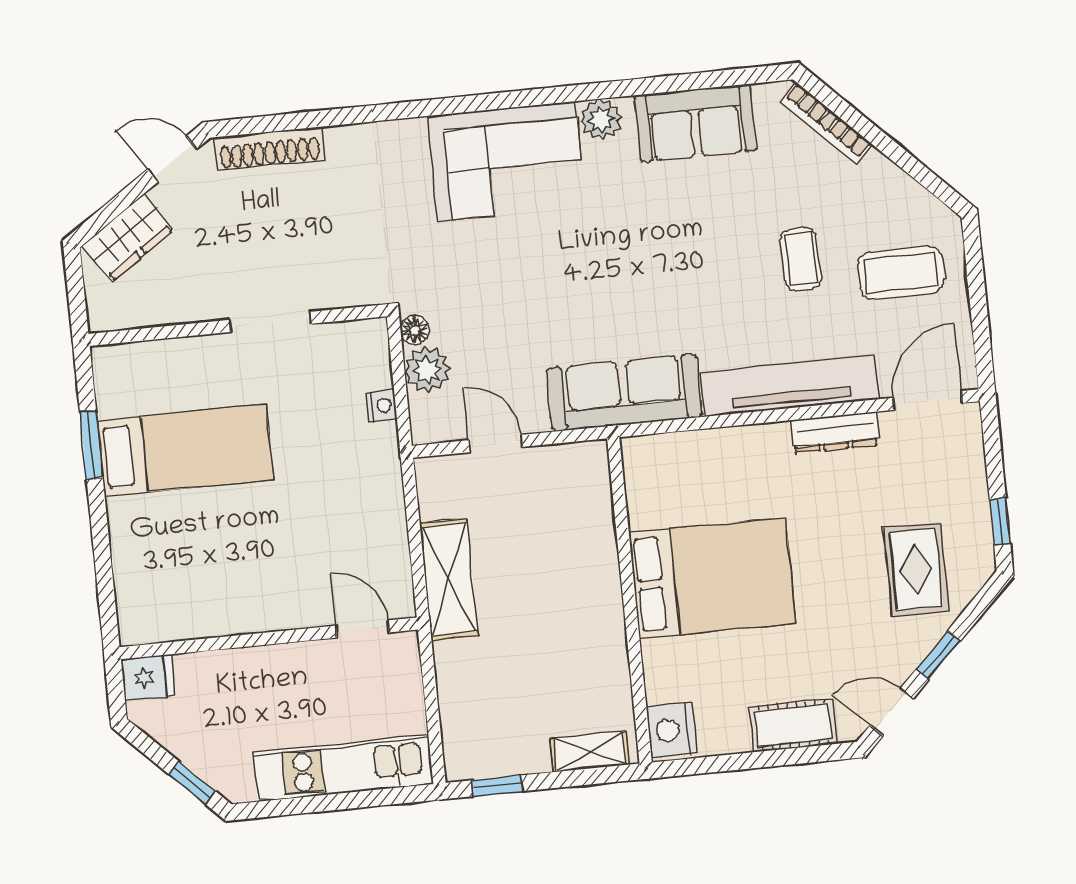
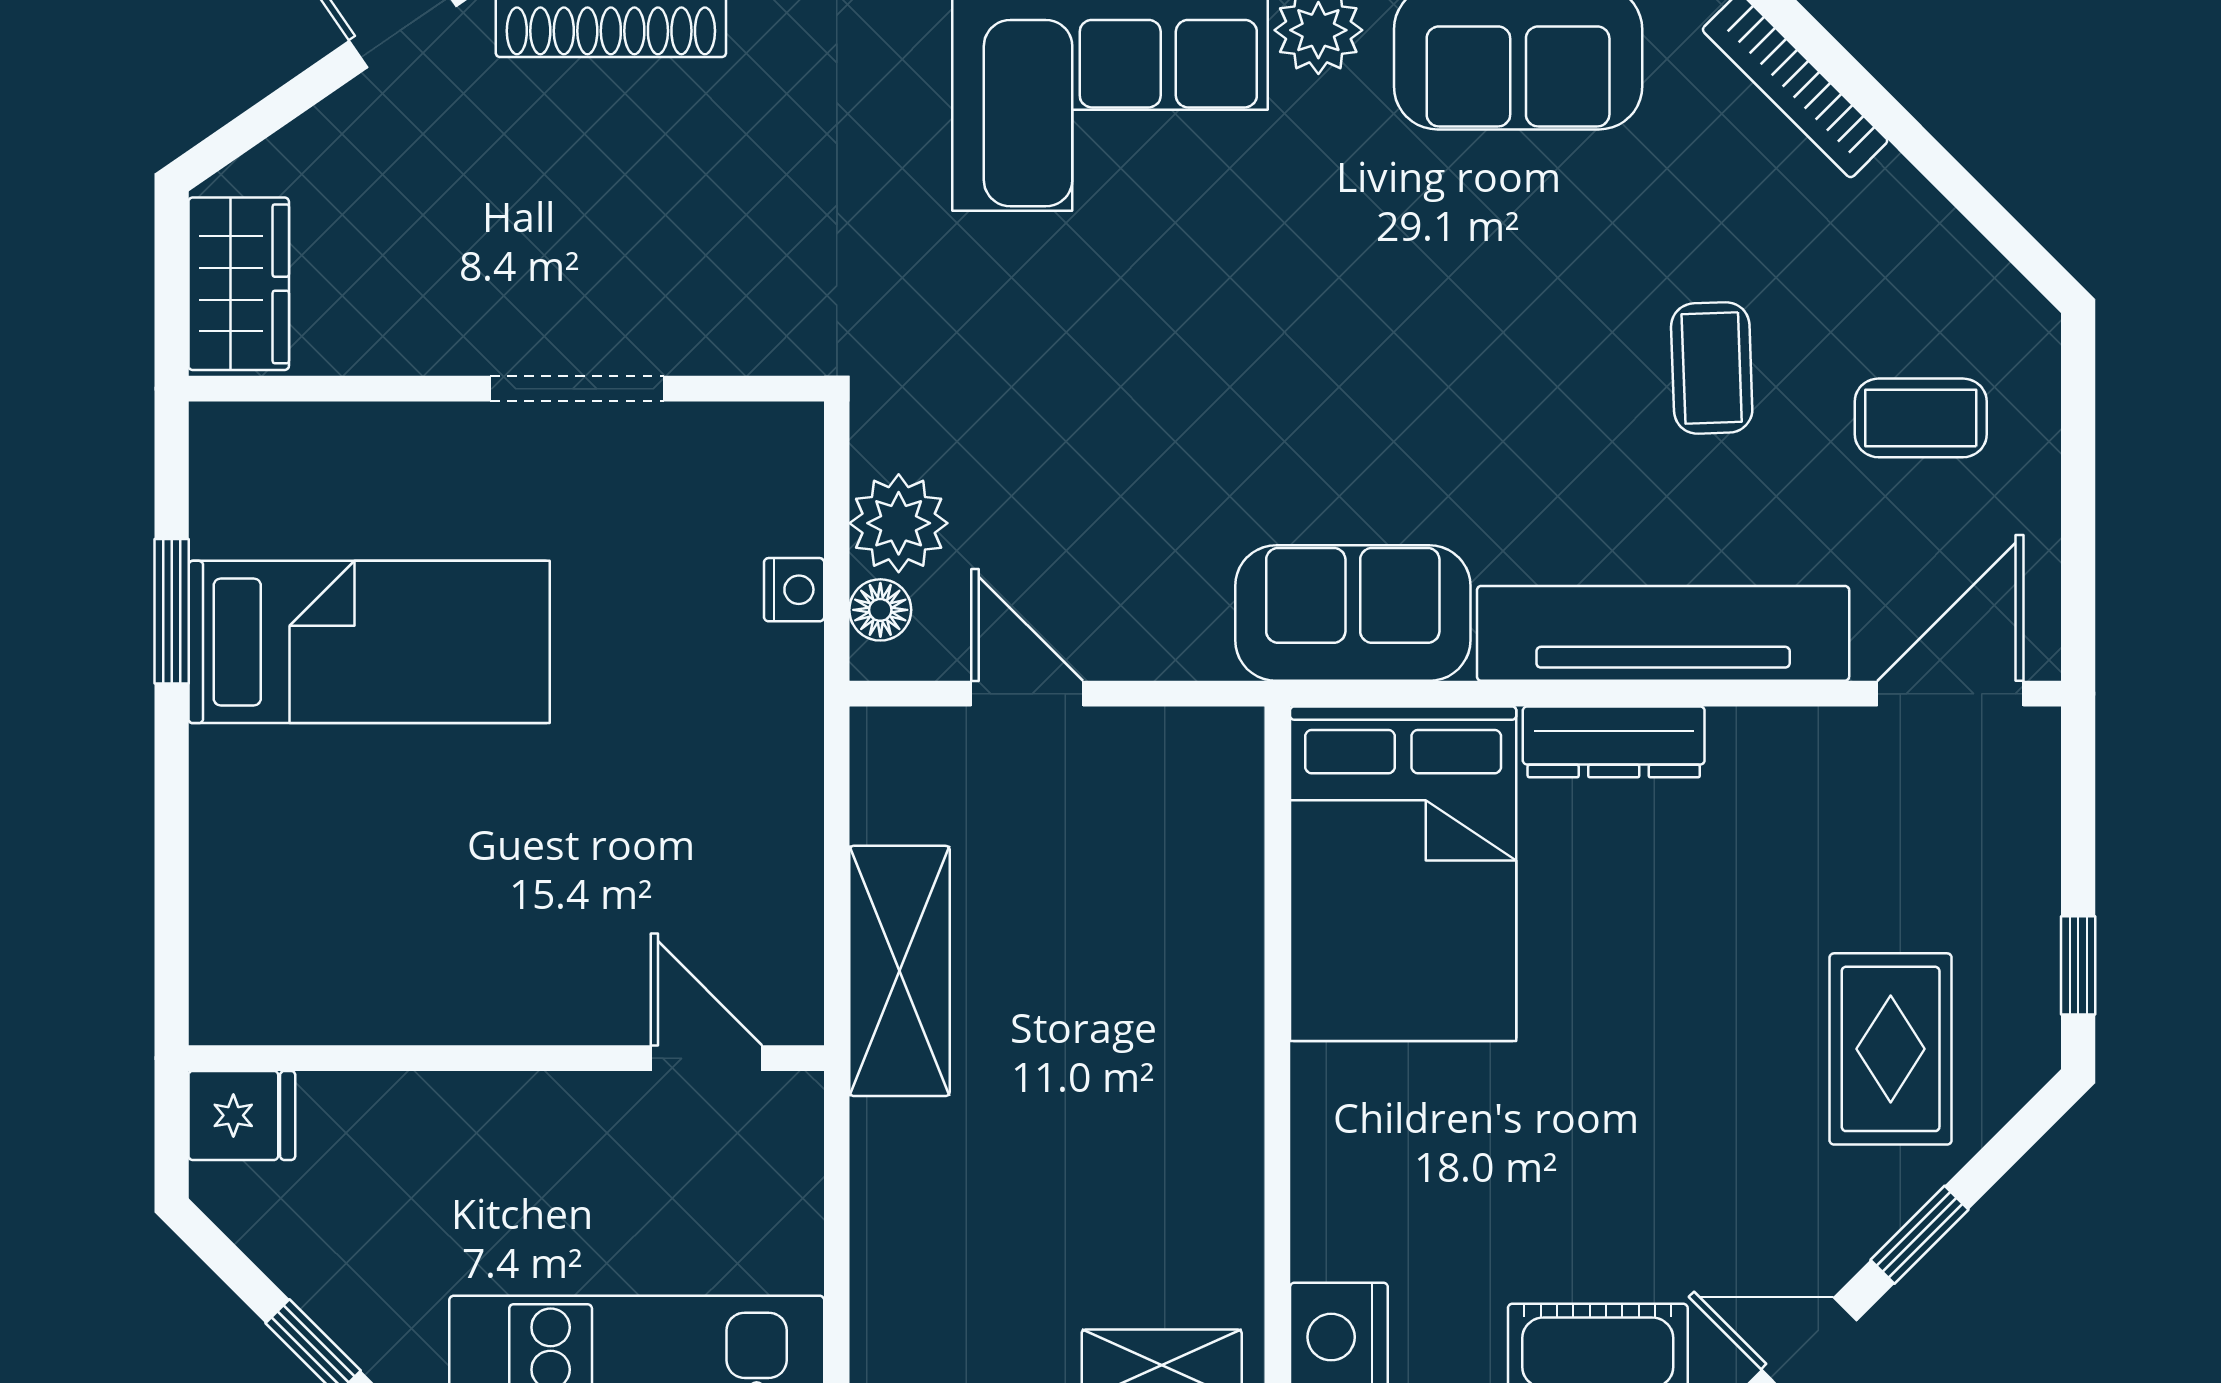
wardrobe: (128, 238) -> (239, 284), moved, turned -55
coffee table: (901, 273) -> (1921, 418), width x0.73, depth x0.77
floor lamp: (415, 330) -> (880, 610), moved
sofa: (624, 393) -> (1353, 613), width x0.73
dresser: (835, 432) -> (1614, 742), moved
bed: (712, 578) -> (1403, 874), moved, turned 90

